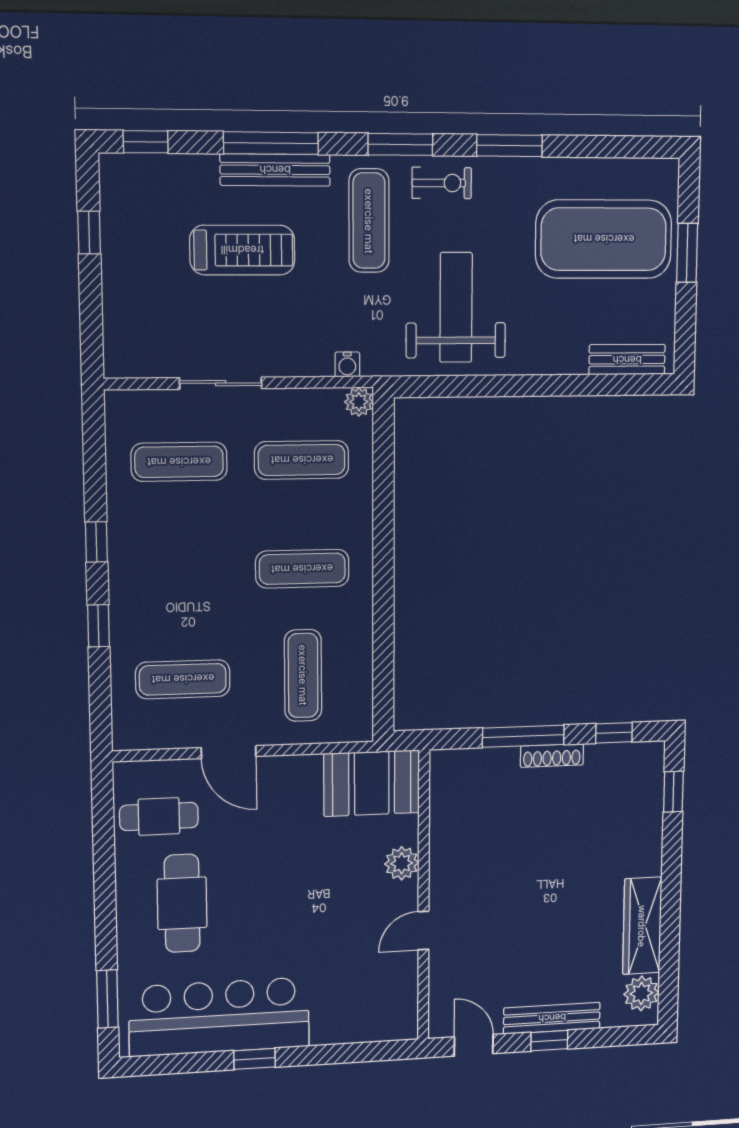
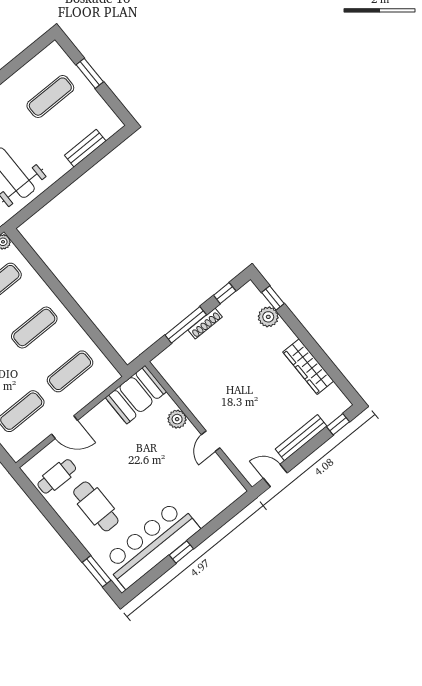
exercise mat: (604, 239) -> (50, 97), width x0.50, depth x0.69
bench: (627, 360) -> (85, 148), moved
exercise mat: (303, 675) -> (70, 371), turned 90
plant: (641, 993) -> (268, 317), moved
window: (549, 1041) -> (338, 424), moved

